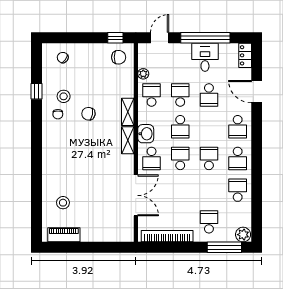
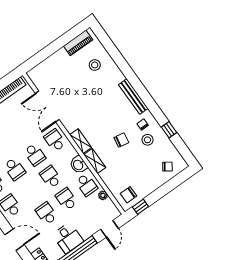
school desk: (180, 95) -> (66, 199), turned 180
washbasin: (146, 134) -> (78, 165), moved
bench: (48, 147) -> (133, 97), added

